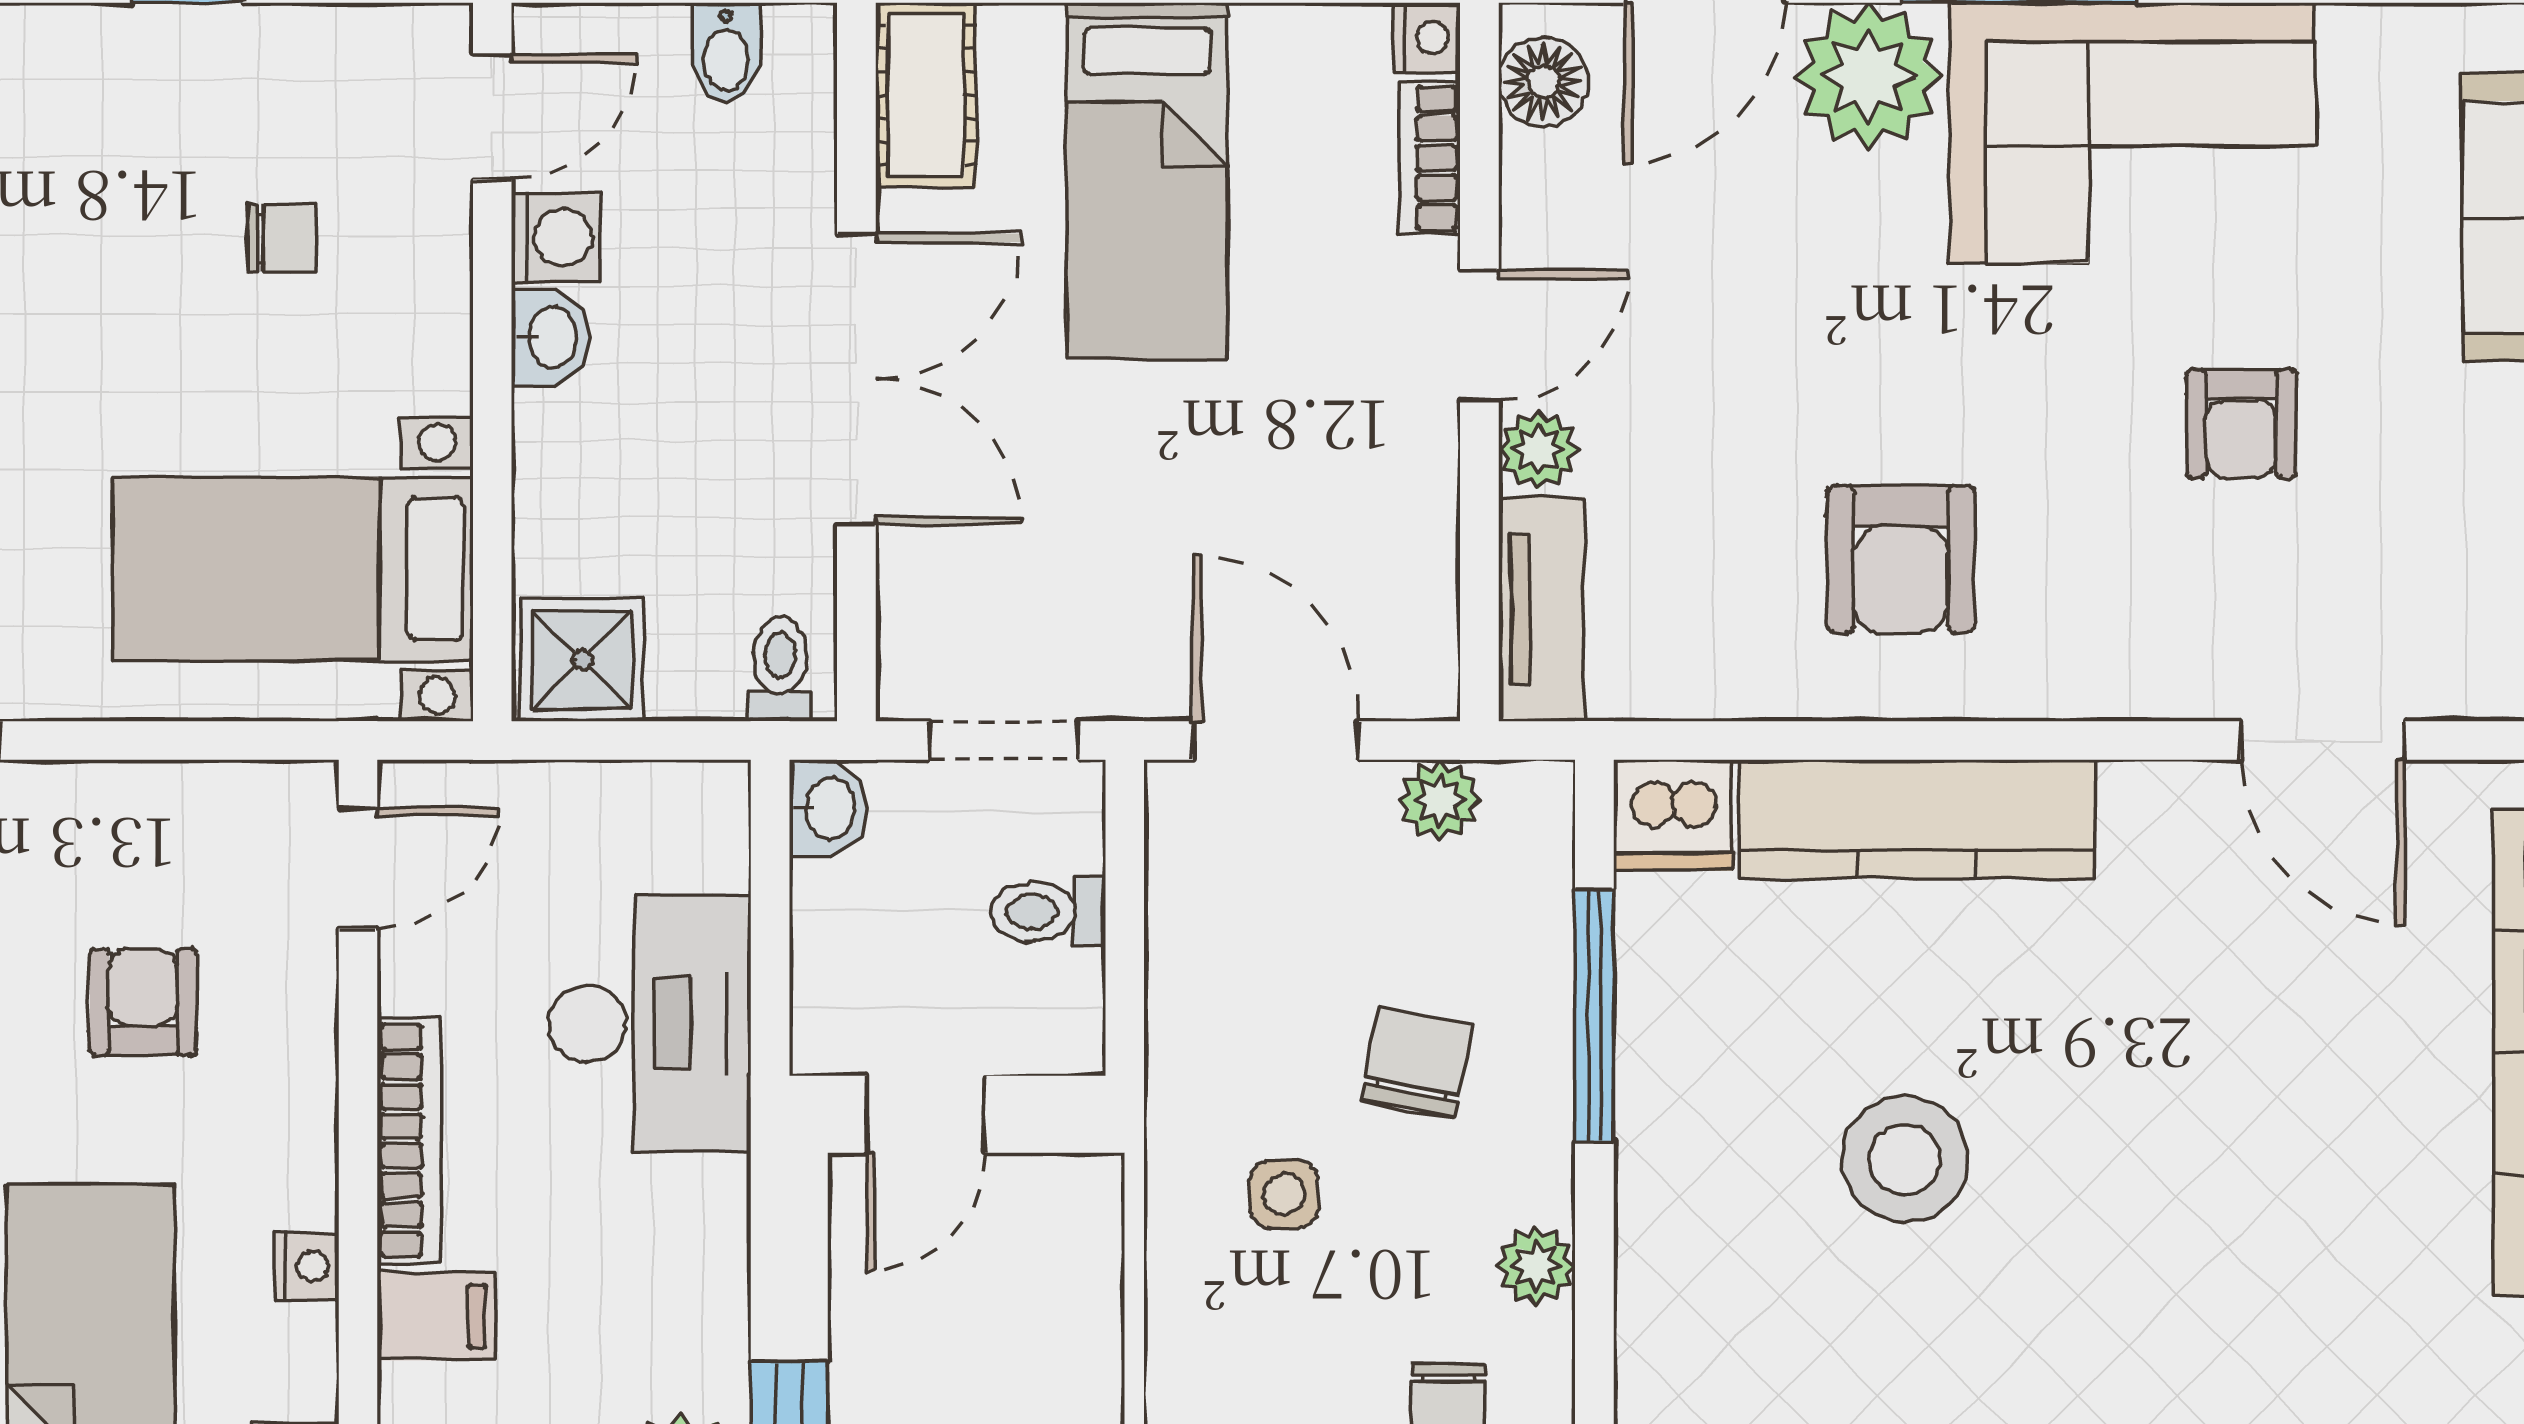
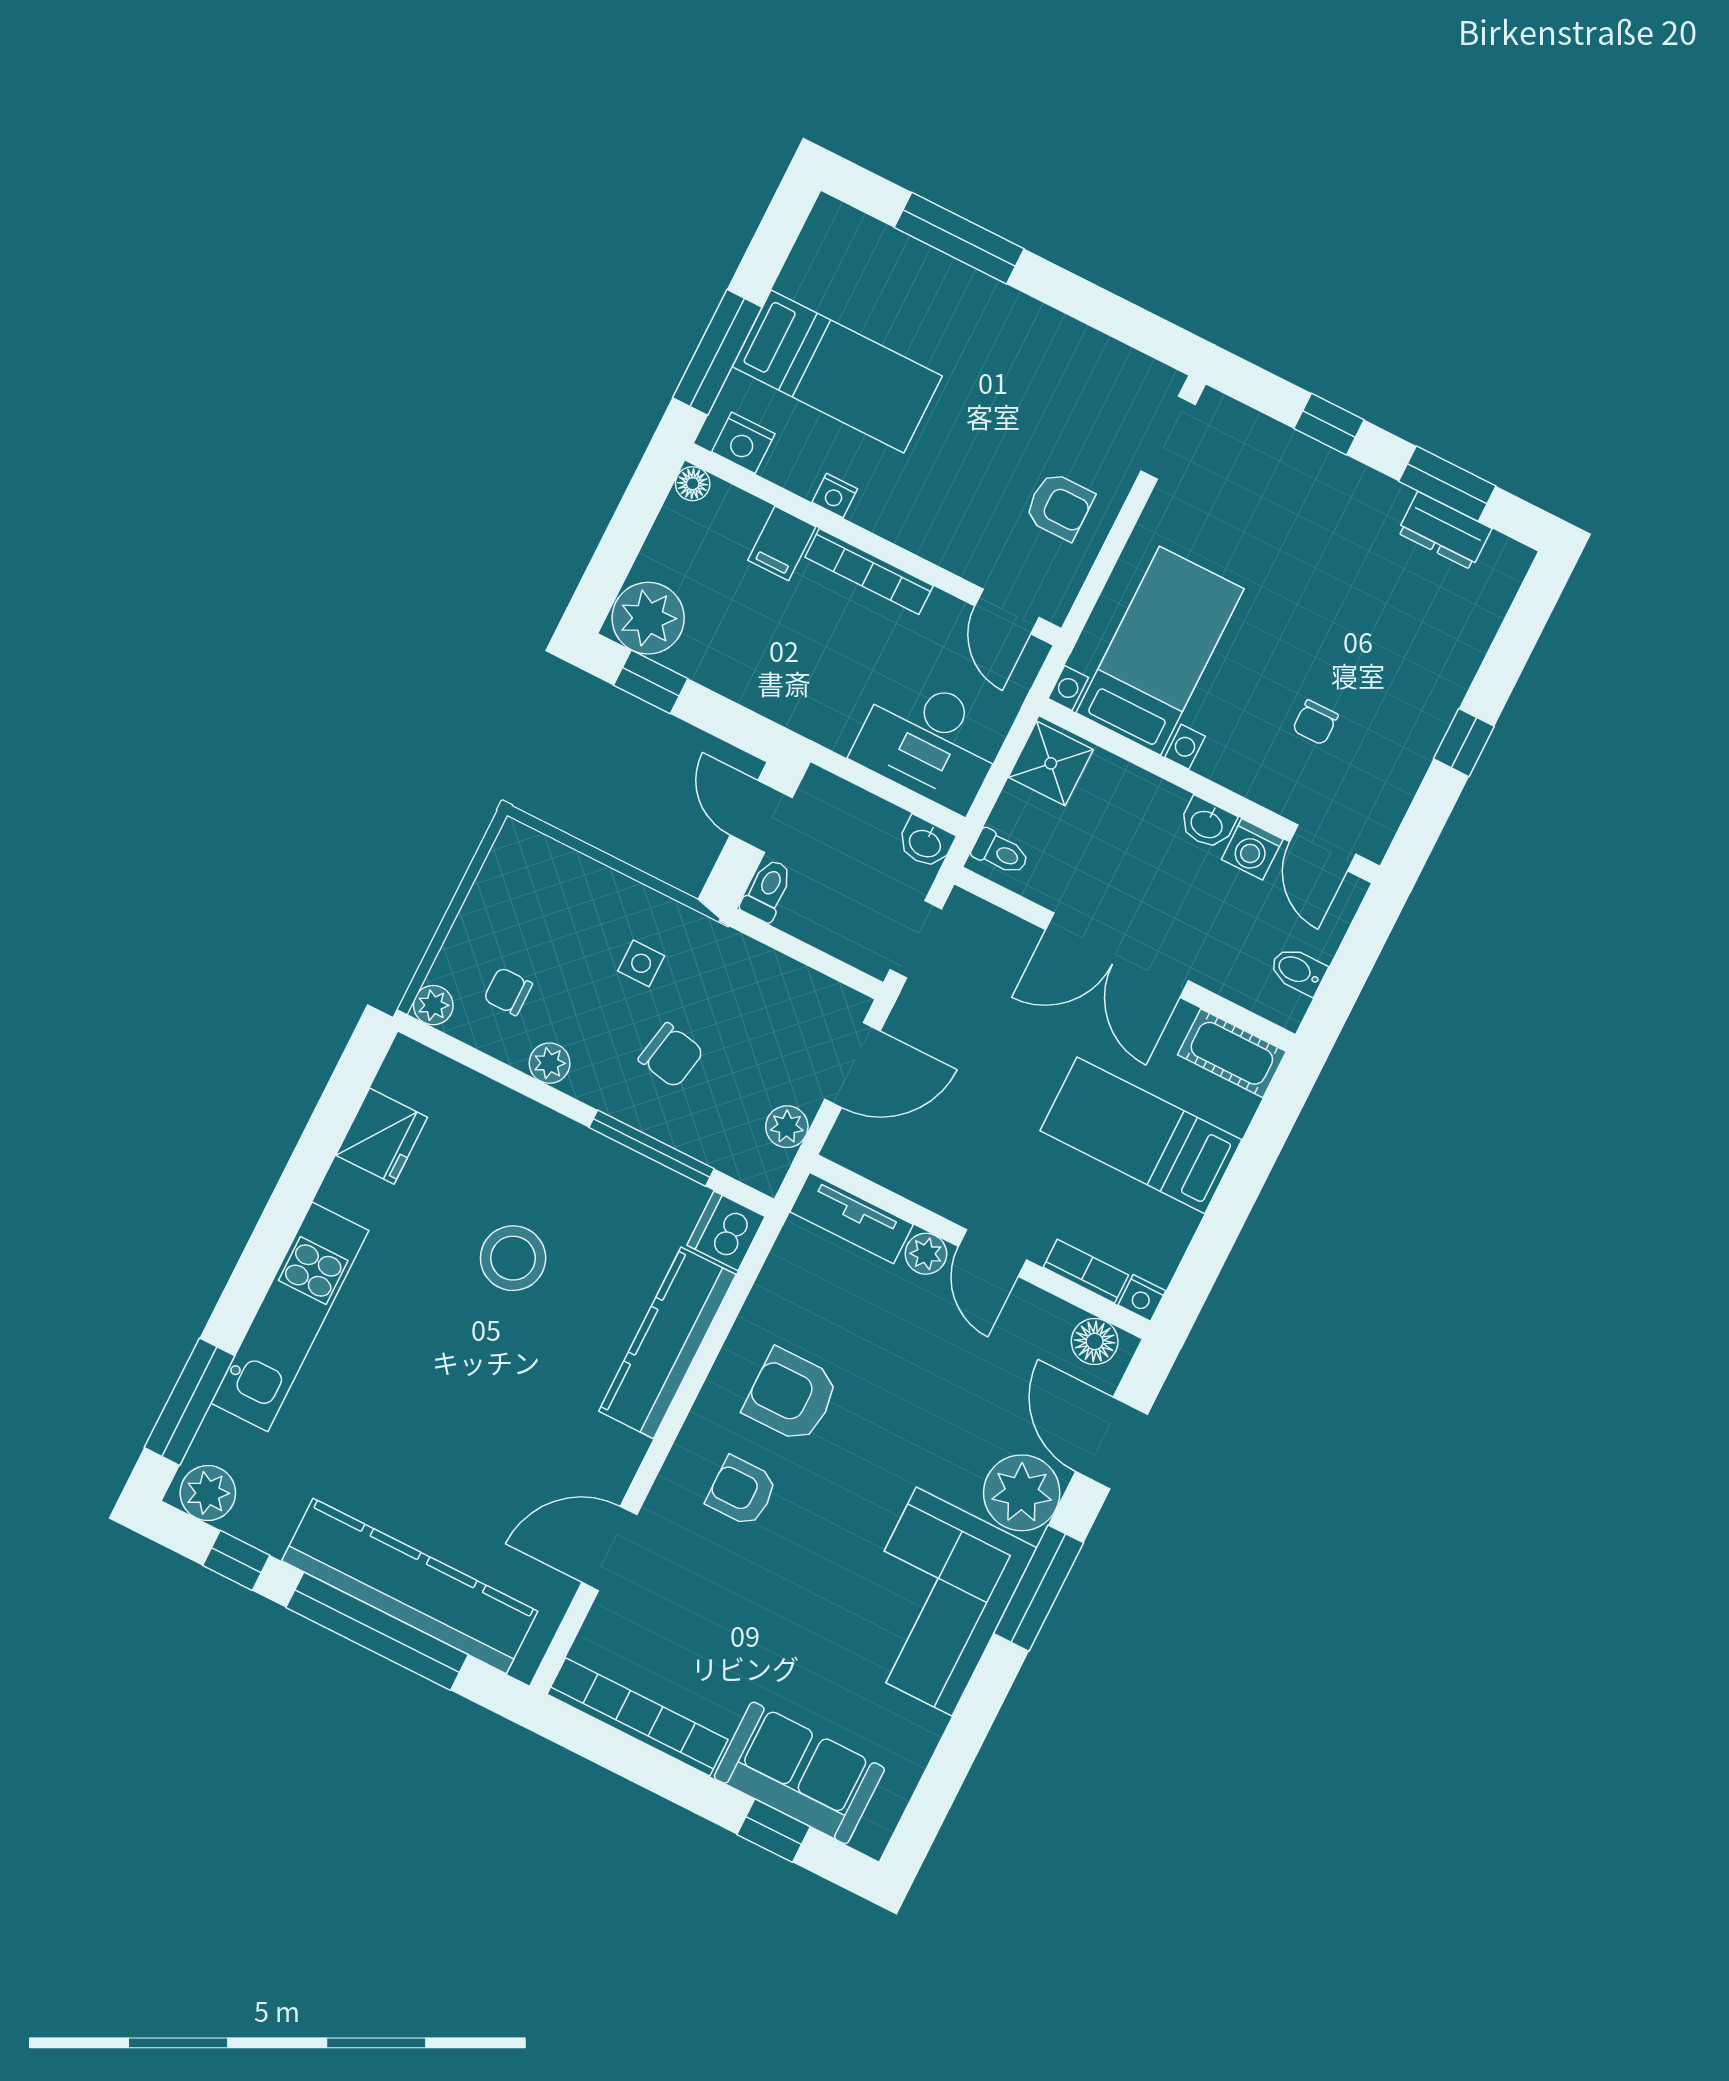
armchair: (2241, 423) -> (742, 1491), moved
toilet: (1048, 912) -> (767, 890), moved
armchair: (143, 1002) -> (1059, 506), moved
desk: (650, 1024) -> (930, 742), moved

